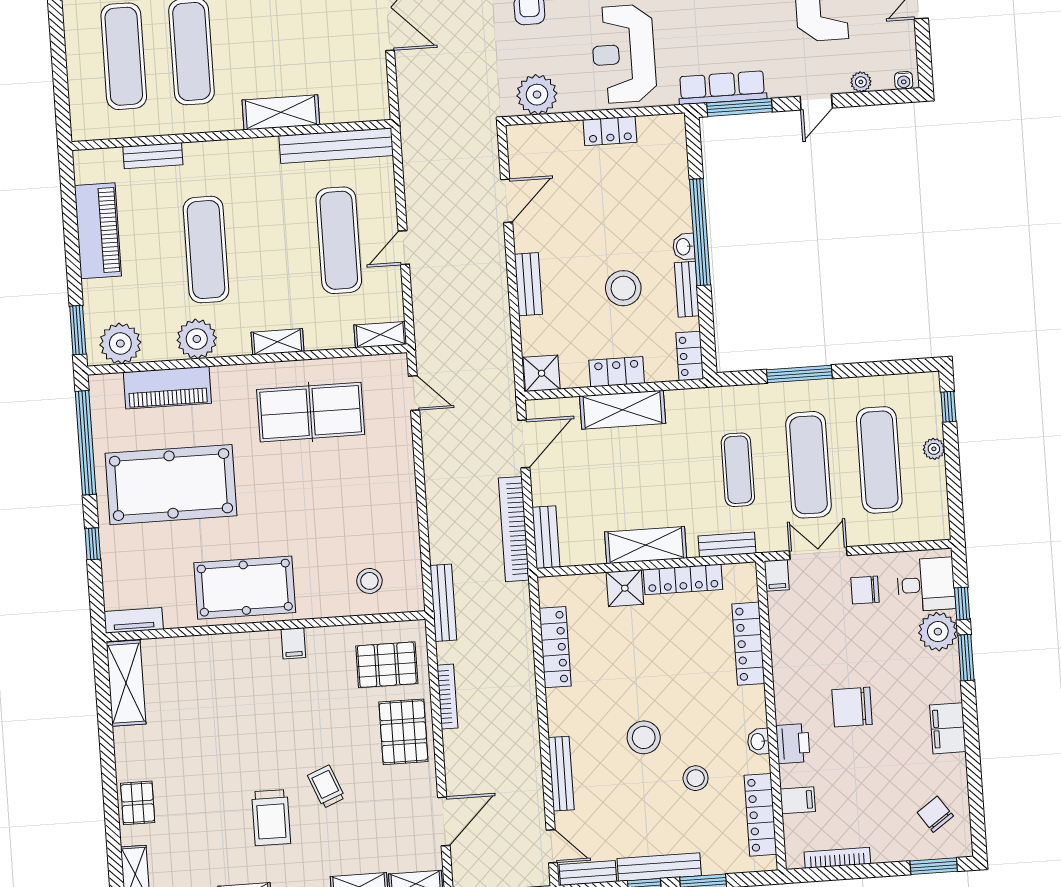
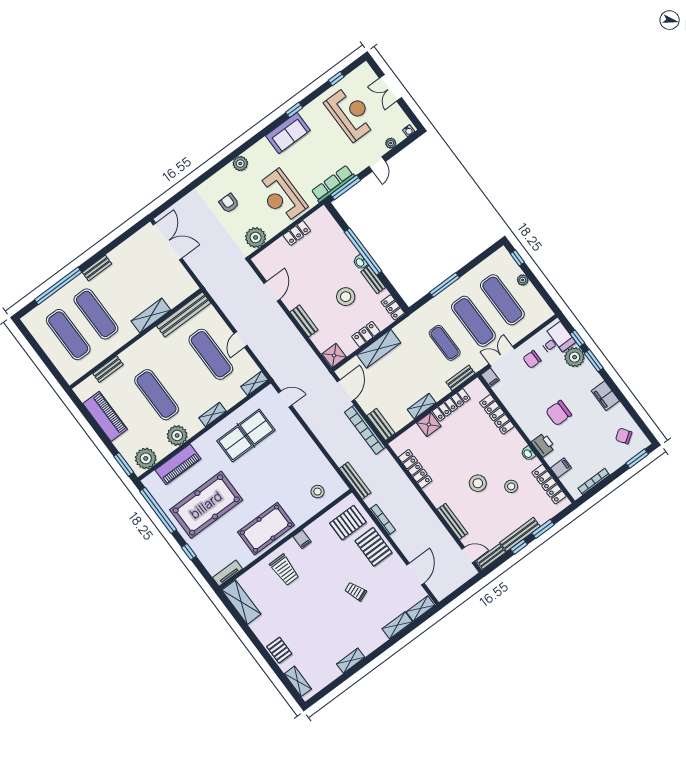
shelving: (646, 545) -> (422, 406), width x0.67, depth x0.75
trolley: (271, 818) -> (285, 570), moved

